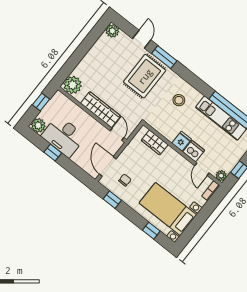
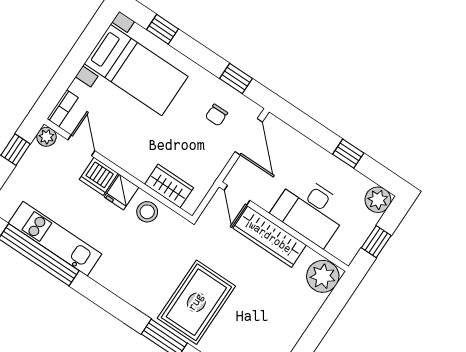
stool: (179, 100) -> (147, 212), moved
desk: (63, 136) -> (310, 210), moved, turned 180

